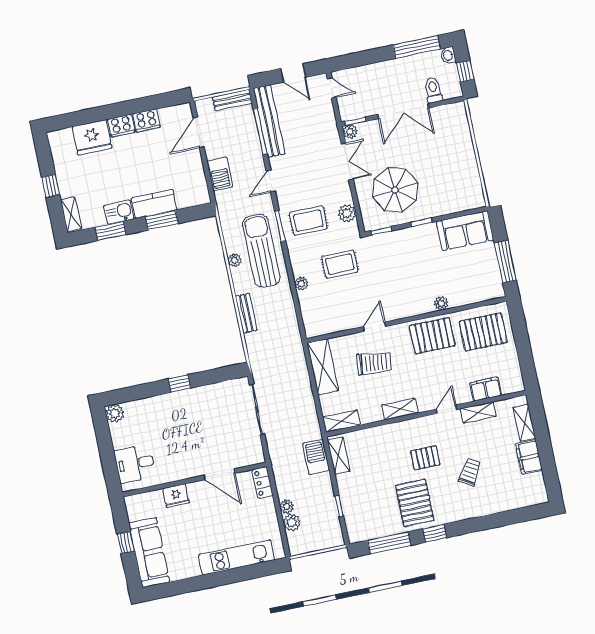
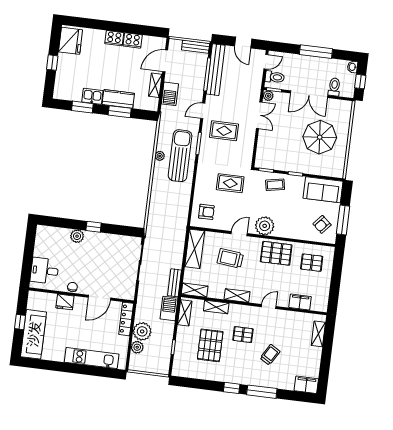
window: (417, 47) -> (316, 52), moved
door: (332, 88) -> (266, 62), hinge flipped
toilet: (350, 104) -> (275, 77), added
fridge: (92, 137) -> (71, 41), moved, turned -90
parasol: (395, 190) -> (320, 137), moved
plant: (347, 213) -> (247, 150), removed
shelving: (71, 214) -> (155, 85), moved
rug: (308, 221) -> (224, 131), moved
coffee table: (400, 246) -> (275, 185), added
armchair: (479, 277) -> (322, 224), added
plant: (301, 283) -> (200, 187), removed
plant: (441, 303) -> (265, 226), moved, width x1.87, depth x1.87
bench: (246, 313) -> (175, 283), moved
armchair: (321, 313) -> (206, 212), added
pallet: (483, 332) -> (312, 263), width x0.67, depth x0.71
trolley: (374, 363) -> (230, 258), turned 180
shelving: (478, 412) -> (216, 307), moved
plant: (115, 413) -> (77, 236), moved
filing cabinet: (529, 457) -> (306, 385), moved, turned 90
chair: (179, 472) -> (72, 287), added
door: (219, 474) -> (99, 298), hinge flipped
locker: (263, 483) -> (126, 319), width x1.53
pallet: (415, 503) -> (210, 345), moved
plant: (286, 506) -> (142, 331), width x1.87, depth x1.87
window: (389, 543) -> (262, 392), moved

